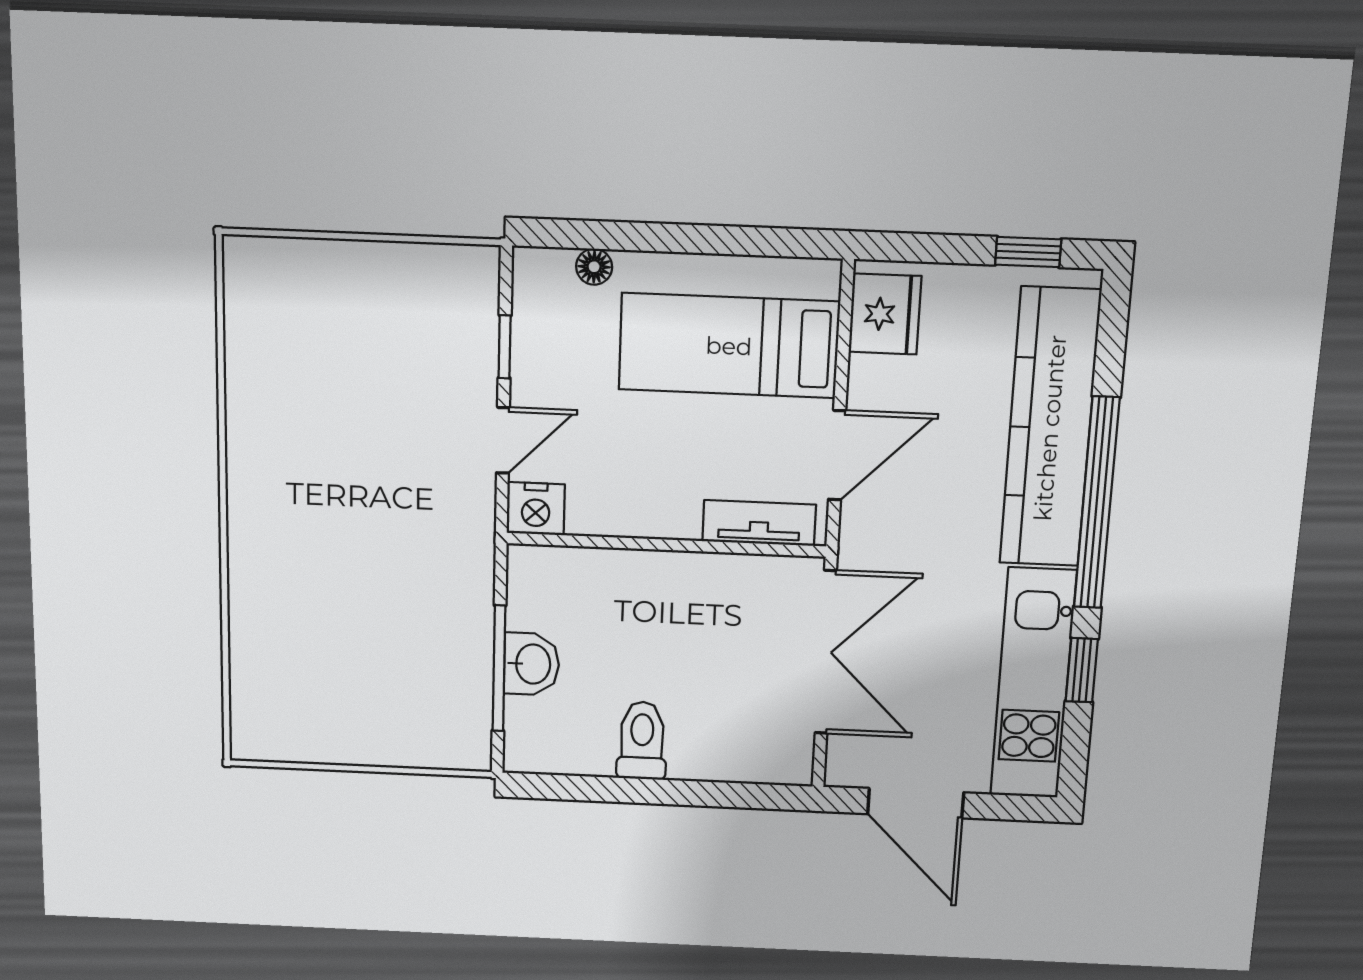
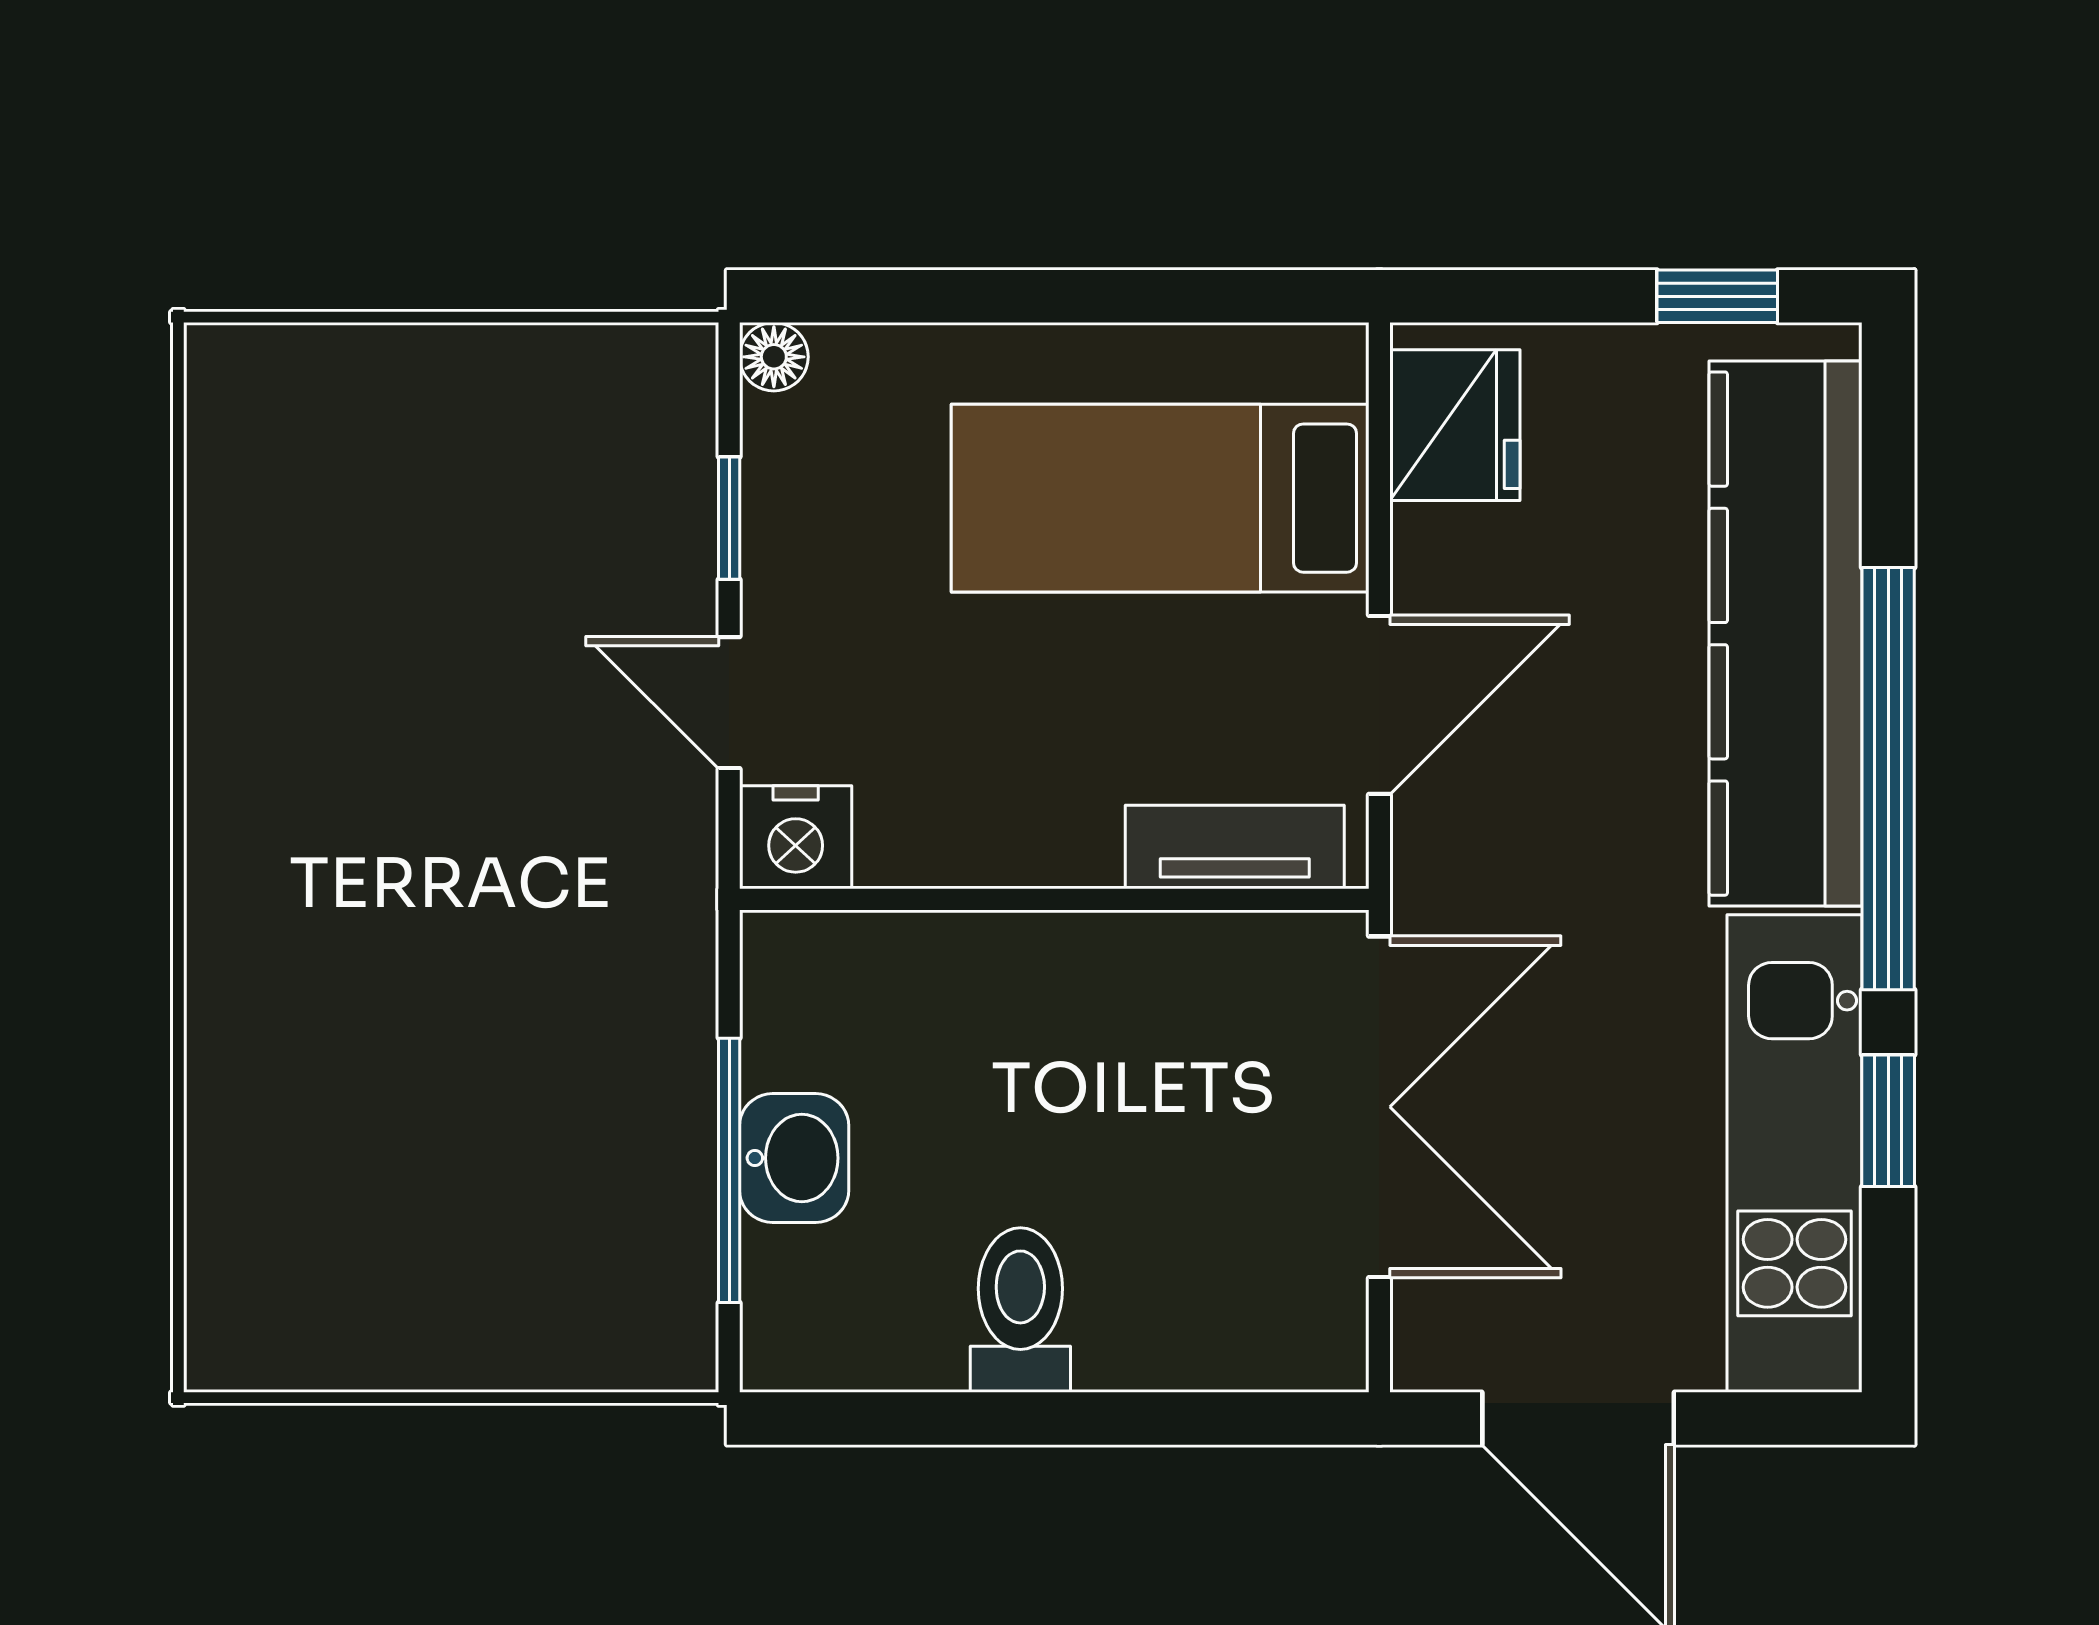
floor lamp: (594, 267) -> (774, 357), moved
door: (503, 440) -> (729, 703), swing flipped

